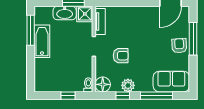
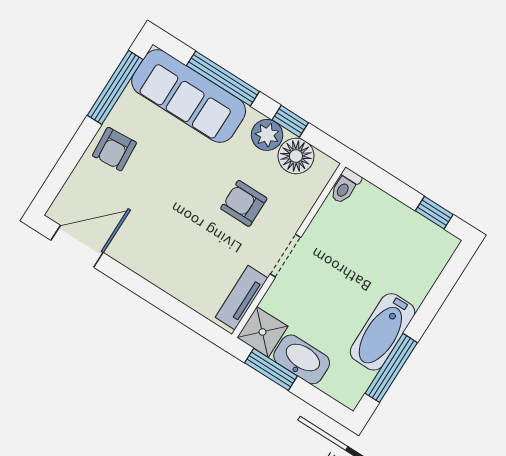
window: (193, 39) -> (115, 87), moved
sofa: (171, 82) -> (189, 96), width x1.36
floor lamp: (103, 84) -> (296, 156), moved
window: (68, 96) -> (434, 213), moved

